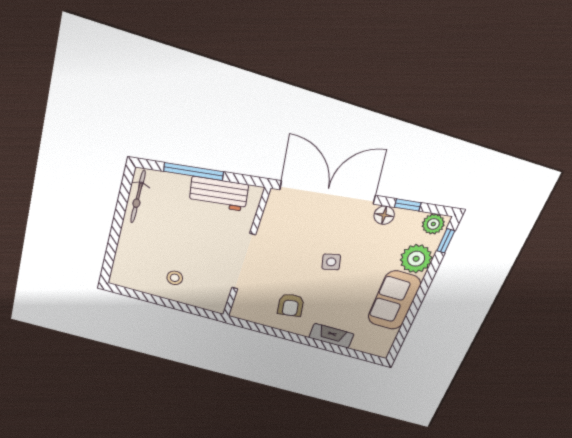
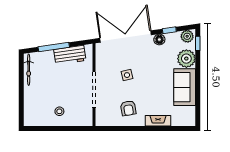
side table: (331, 262) -> (127, 75), moved

